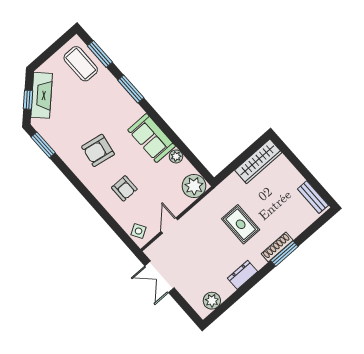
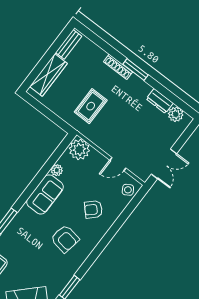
wardrobe: (258, 161) -> (48, 75), moved, turned 90
armchair: (124, 188) -> (93, 209), turned -134
rug: (241, 224) -> (91, 106), moved
window: (284, 254) -> (136, 70), moved
dresser: (243, 275) -> (160, 101), moved

